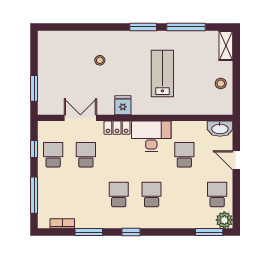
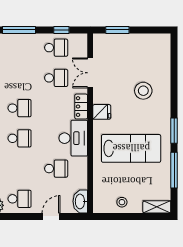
stool: (100, 60) -> (143, 91), width x1.89, depth x1.89
lab bench: (162, 73) -> (131, 148), width x1.36, depth x1.39
double door: (80, 118) -> (90, 73), swing flipped

